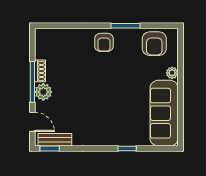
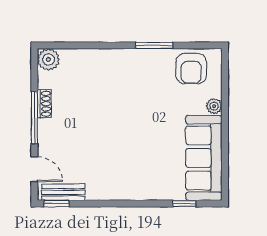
armchair: (104, 42) -> (126, 67), removed
plant: (43, 92) -> (48, 60), moved
window: (127, 149) -> (184, 204), moved

